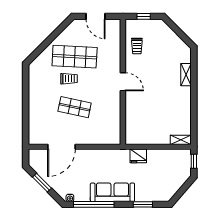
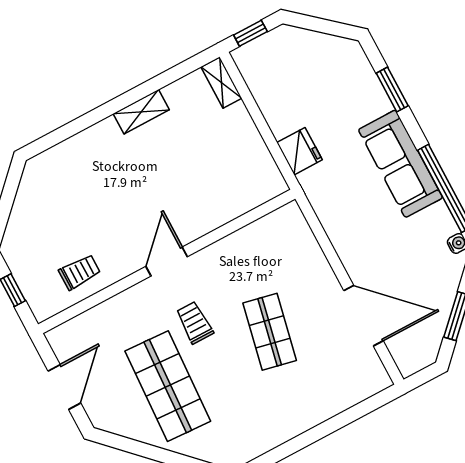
shelving: (186, 75) -> (141, 112), moved
trolley: (69, 79) -> (195, 323), moved

